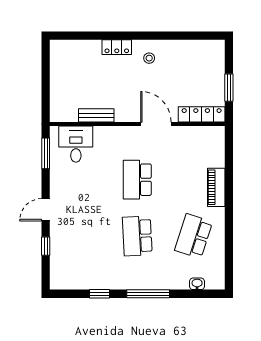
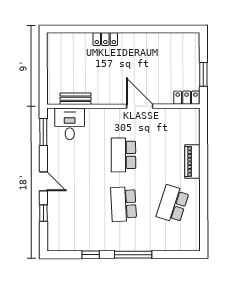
stool: (149, 58) -> (134, 49), removed
locker: (202, 114) -> (187, 98), width x0.66
bench: (96, 115) -> (75, 99), moved
door: (46, 210) -> (43, 181), swing flipped
washbasin: (197, 284) -> (176, 246), removed

